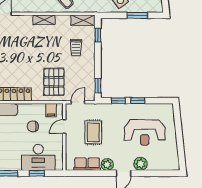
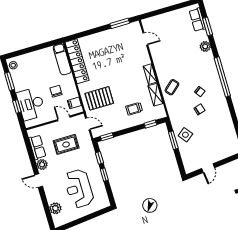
window: (137, 15) -> (173, 140), moved
shelving: (83, 20) -> (155, 95), moved
plant: (141, 164) -> (55, 208), moved

